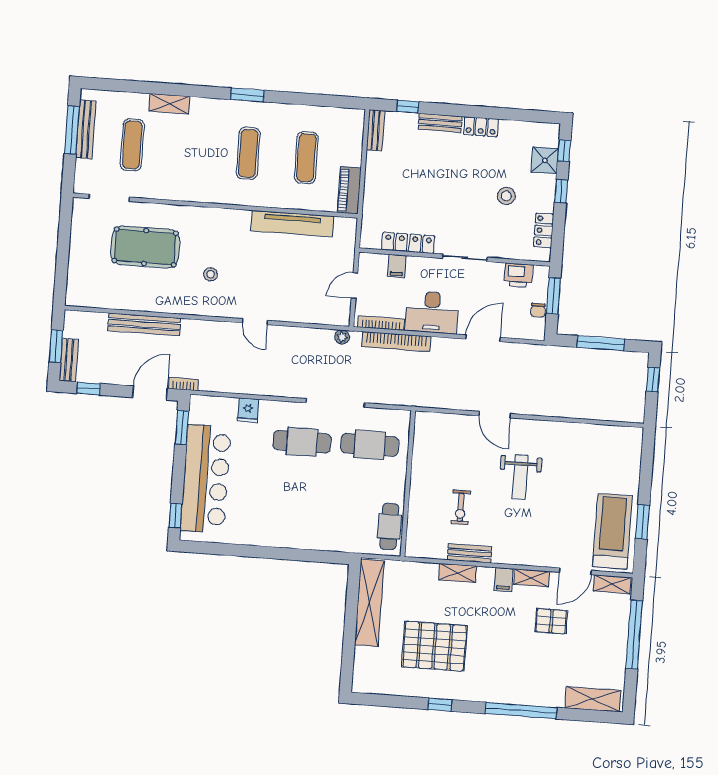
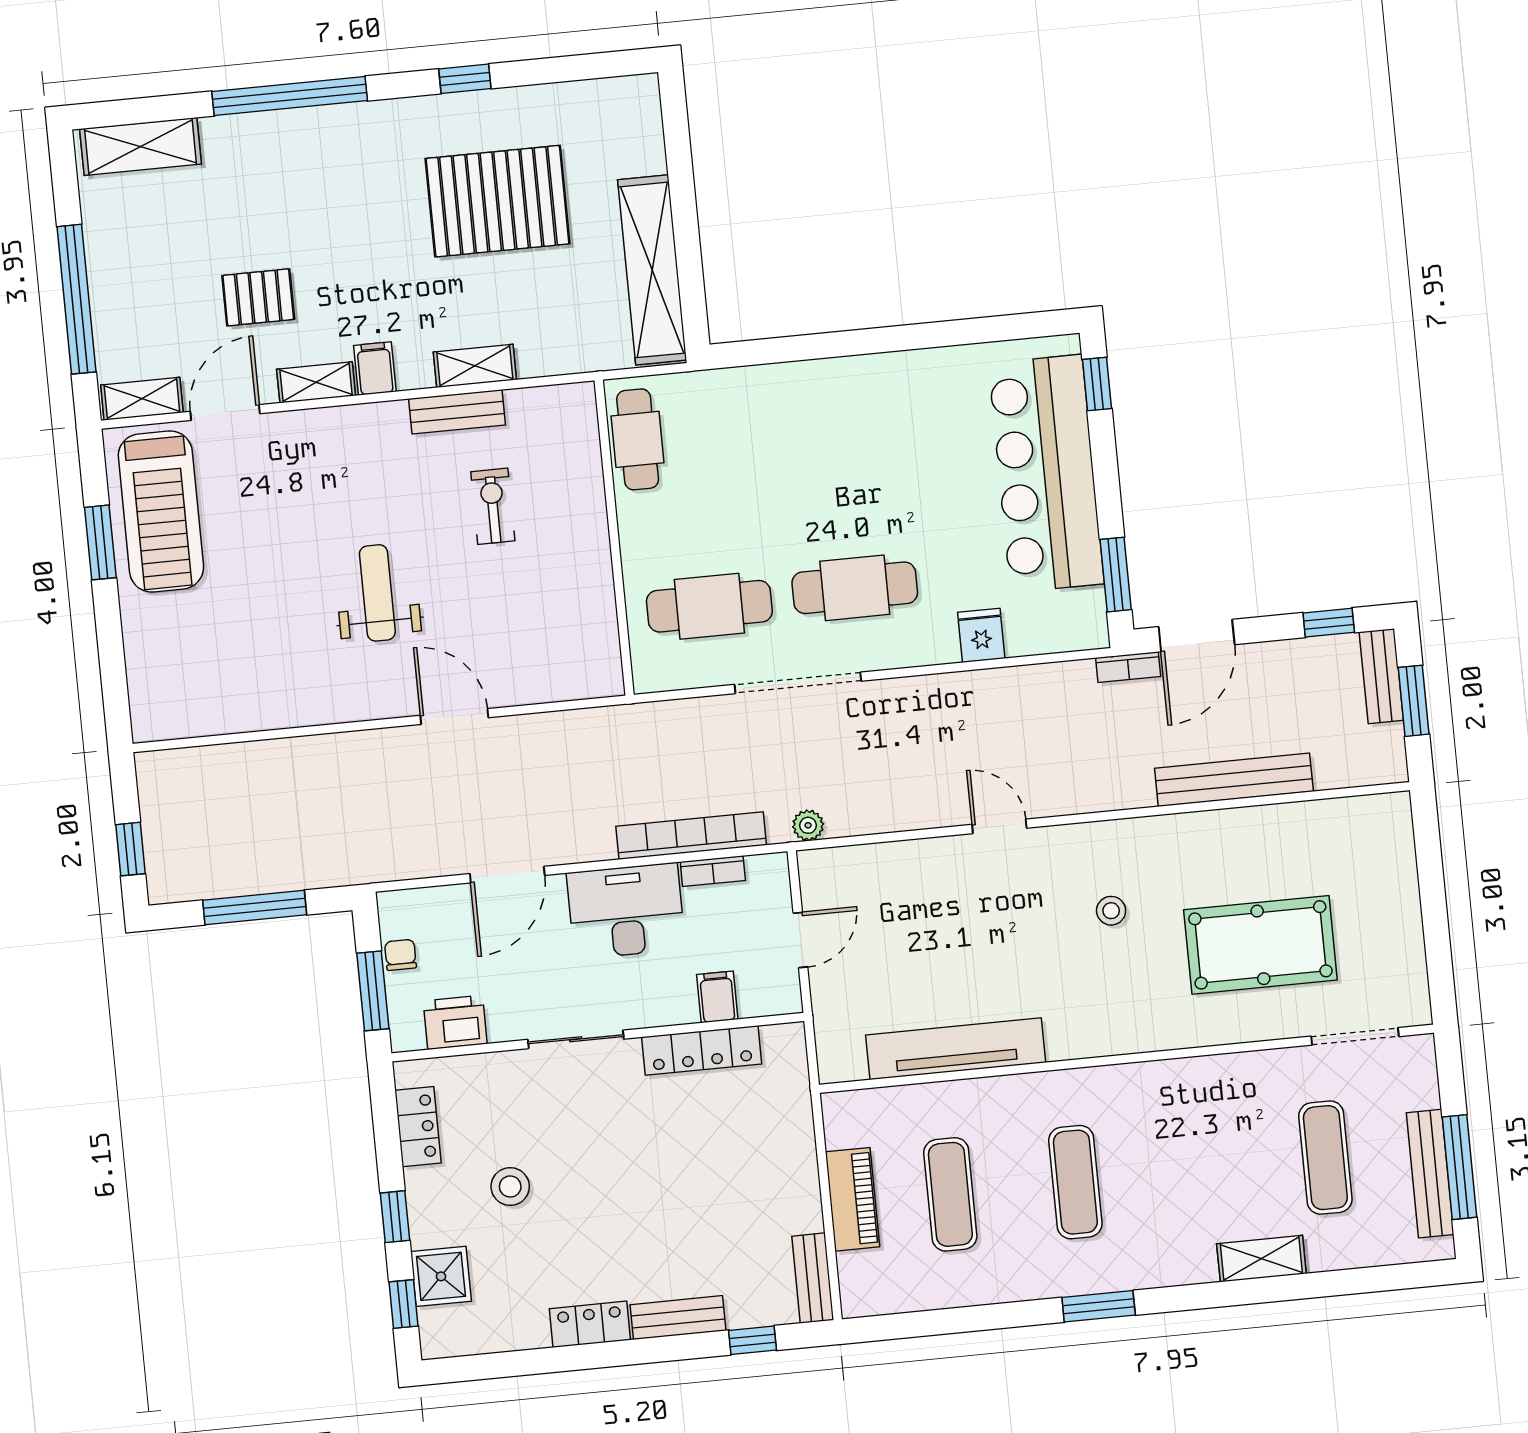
piano: (349, 190) -> (852, 1199), moved
bookcase: (381, 323) -> (713, 871), width x0.64

